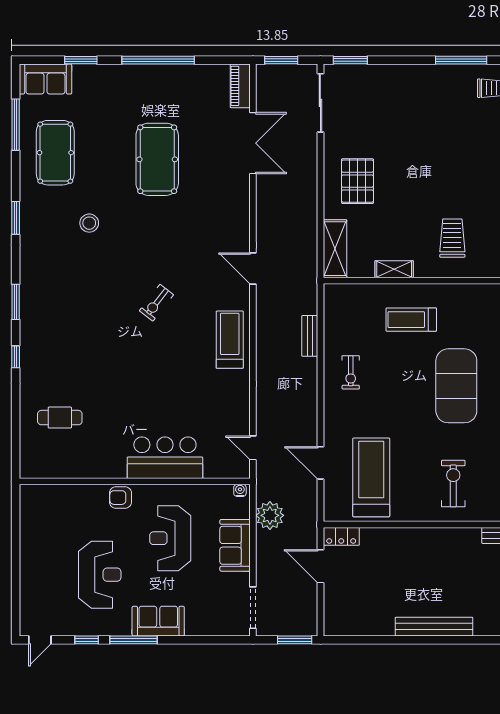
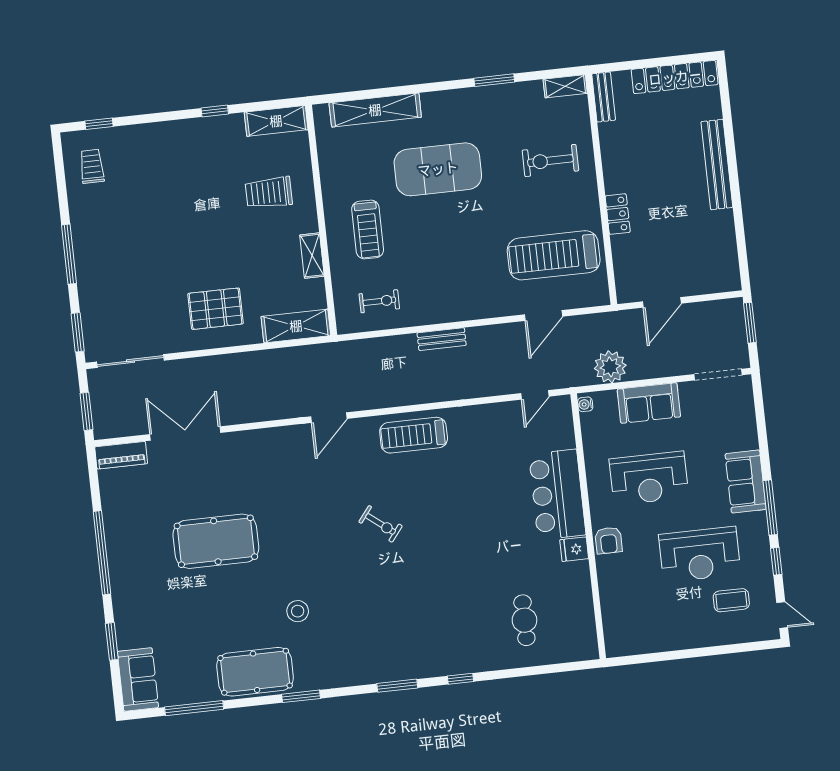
window: (461, 60) -> (69, 254), moved
pool table: (55, 153) -> (255, 672), moved
bench: (310, 336) -> (442, 339), moved
exercise bike: (351, 372) -> (379, 301), moved
fridge: (116, 467) -> (574, 549), added
locker: (341, 536) -> (618, 214), moved
reception desk: (100, 575) -> (700, 554), turned 180
coffee table: (57, 598) -> (731, 600), added

